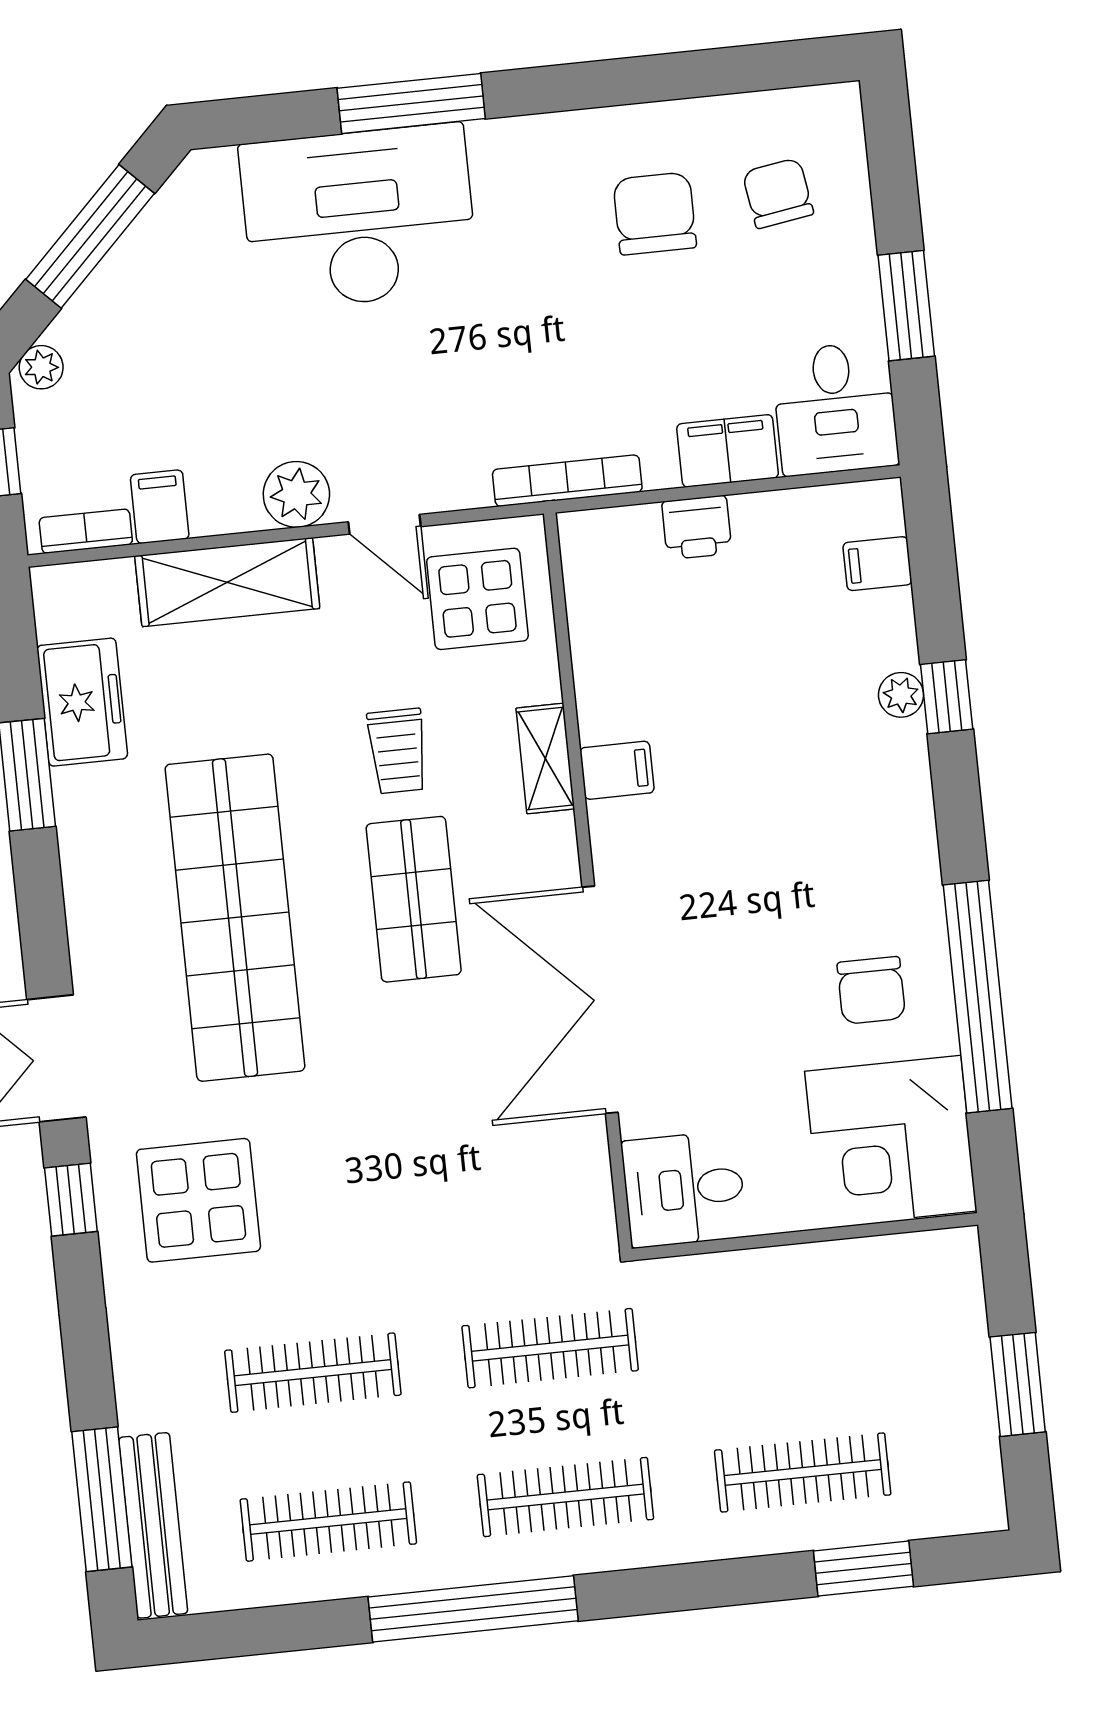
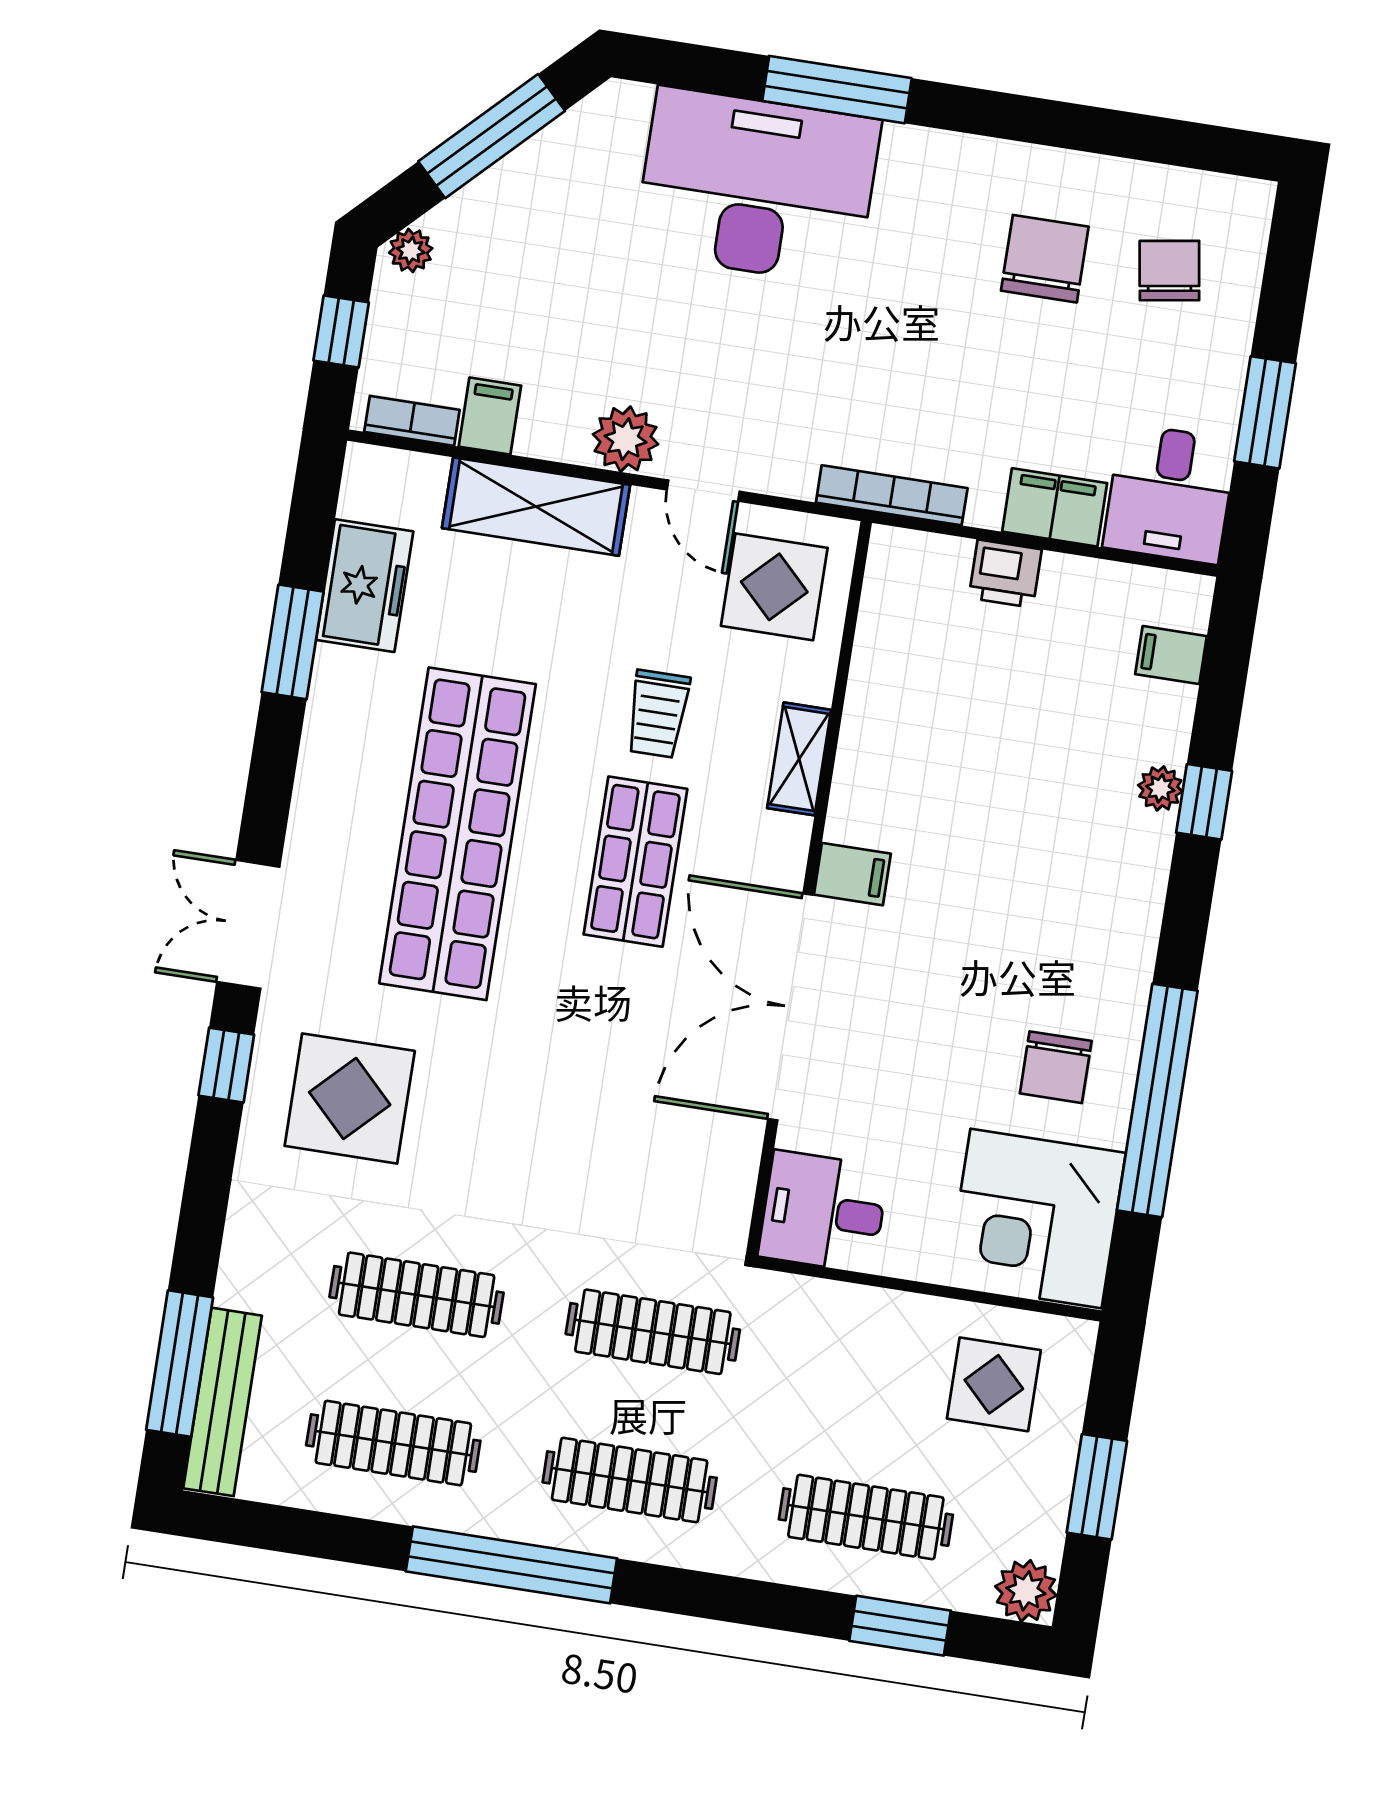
filing cabinet: (617, 770) -> (852, 874), moved
display table: (892, 1312) -> (994, 1384), added
plant: (976, 1503) -> (1026, 1591), added

